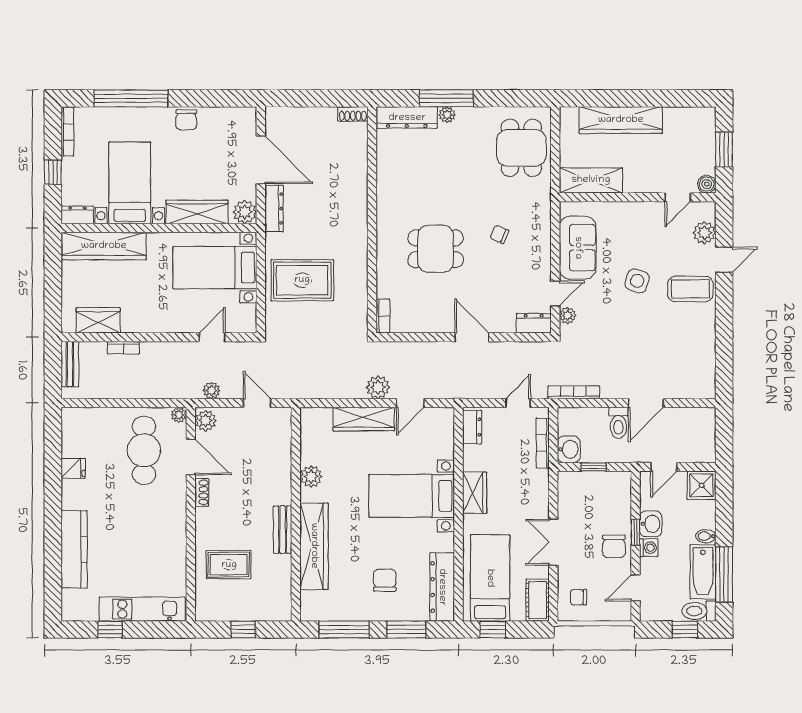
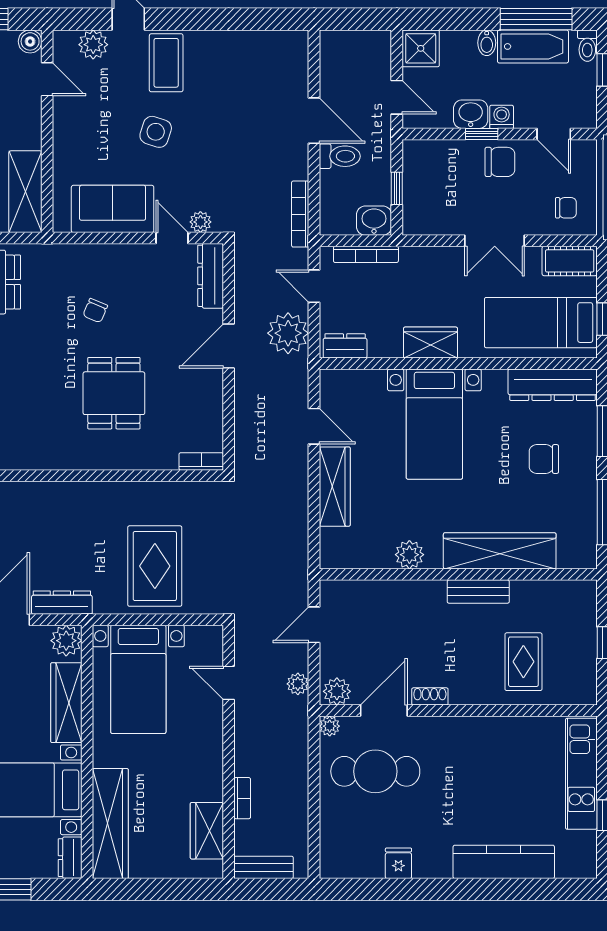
dresser: (534, 323) -> (211, 276), width x1.44
plant: (378, 387) -> (288, 333), moved, width x1.36, depth x1.36
chair: (579, 597) -> (566, 208), turned -90
toilet: (699, 611) -> (587, 46), width x0.73, depth x0.72

